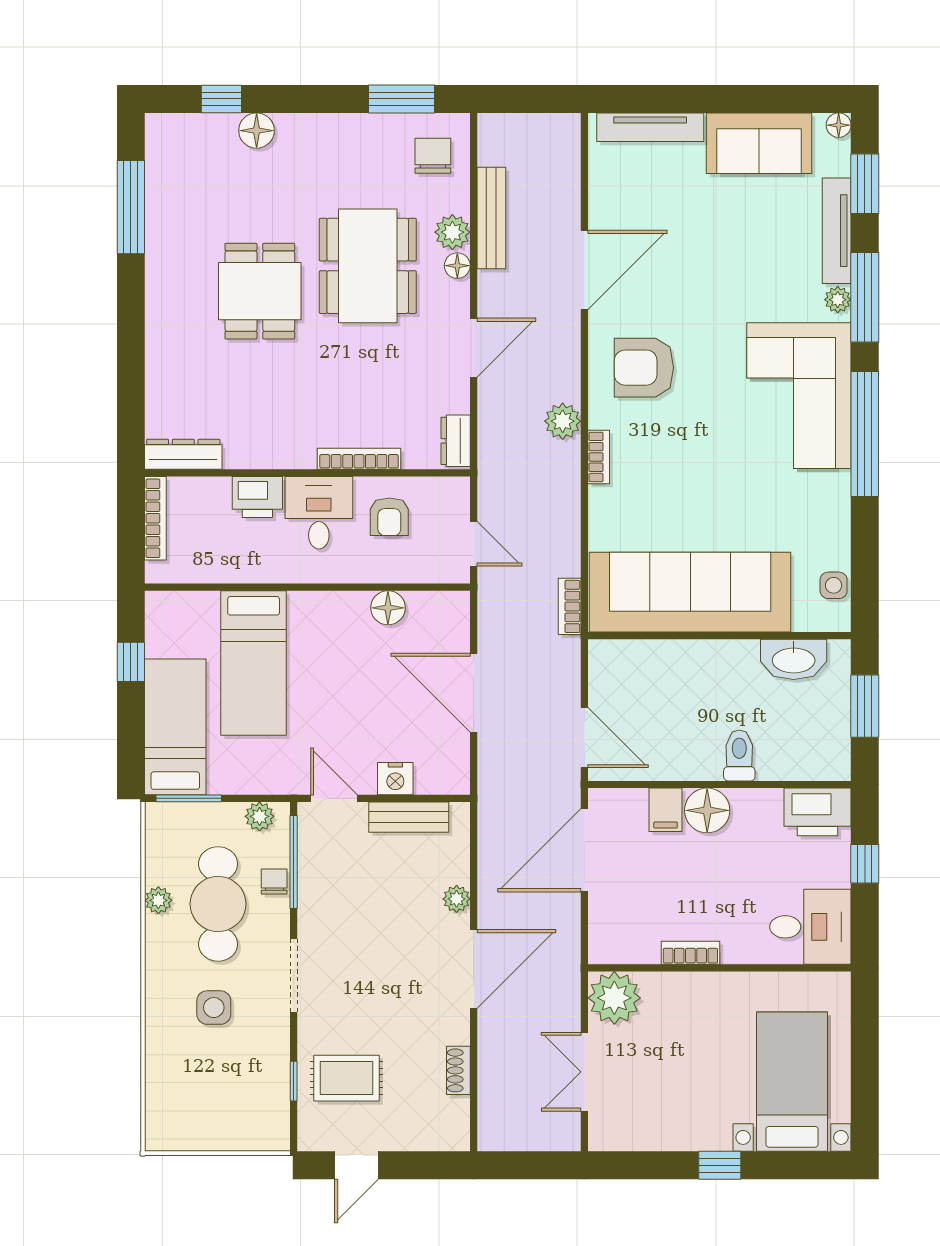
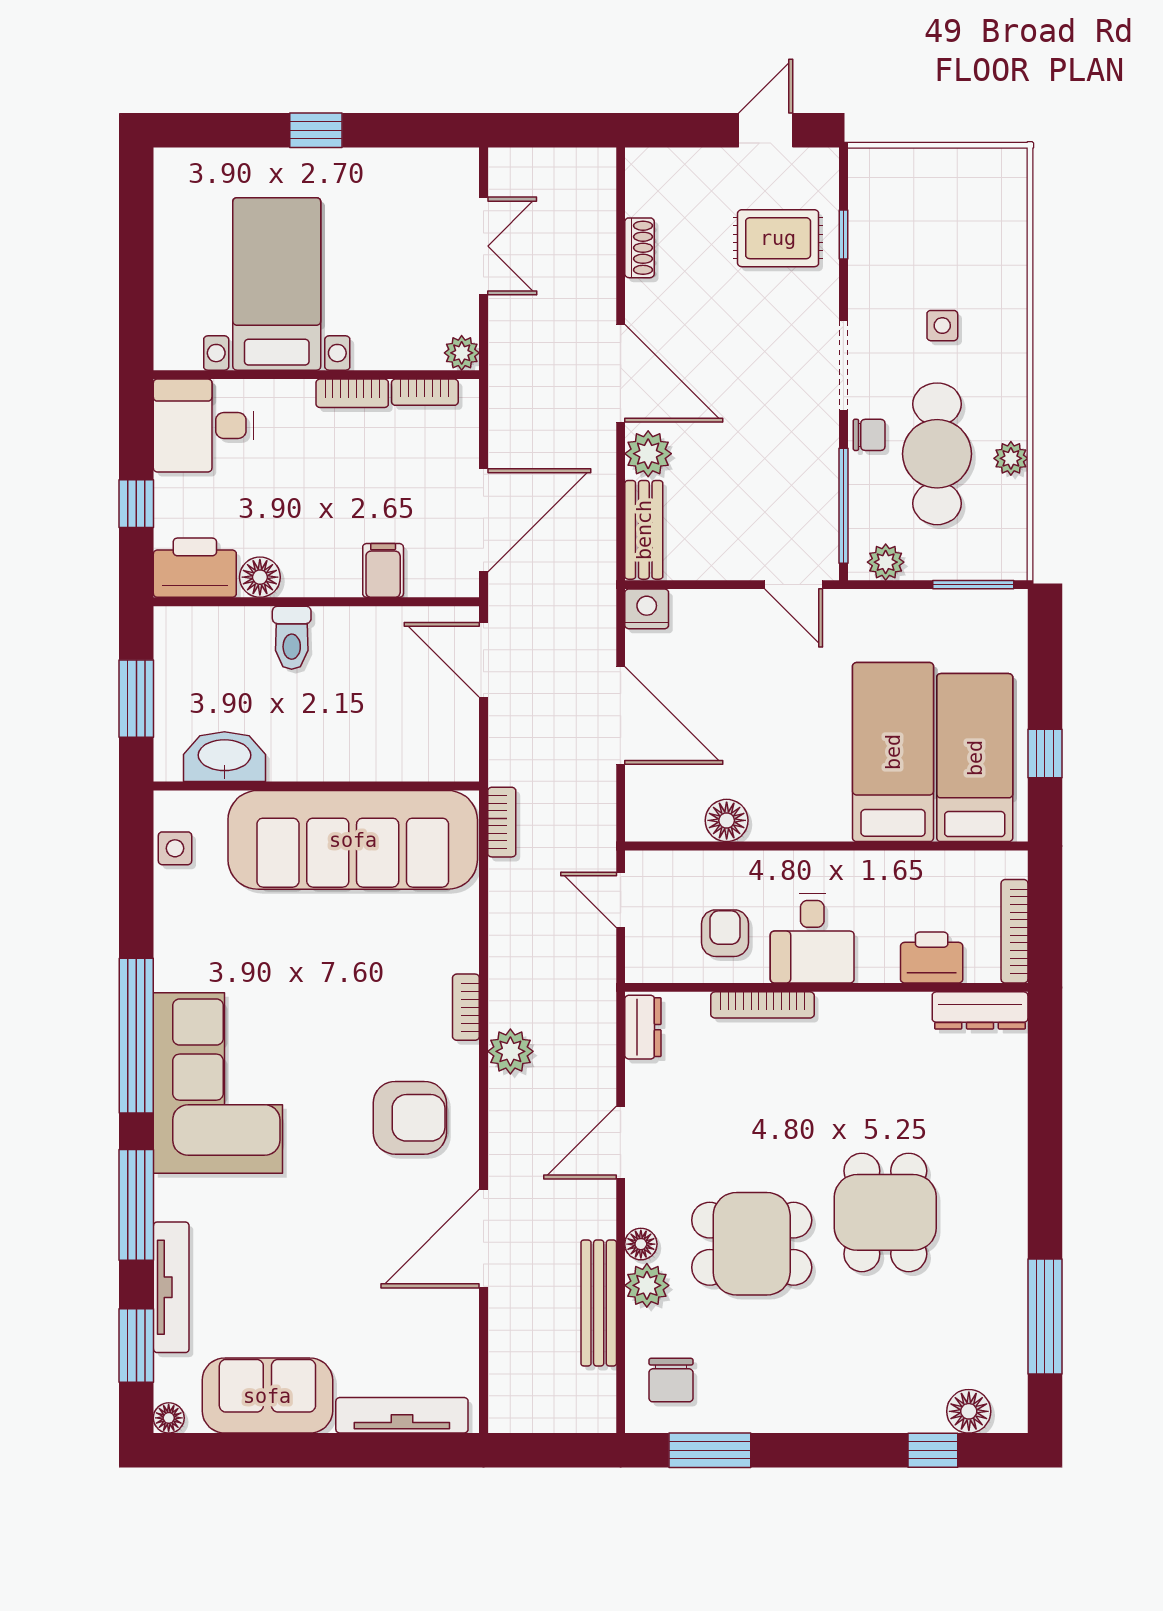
floor lamp: (257, 131) -> (969, 1411), moved
dining table: (368, 266) -> (752, 1244), width x0.73
plant: (838, 300) -> (170, 1202), removed
printer: (257, 497) -> (932, 958), moved
bed: (175, 727) -> (975, 758), moved, turned 180
nightstand: (395, 779) -> (647, 609), moved
floor lamp: (707, 810) -> (260, 577), moved, width x0.73, depth x0.73
bench: (409, 817) -> (644, 530), moved, turned 90
chair: (274, 882) -> (869, 435), moved, turned -90
plant: (457, 899) -> (648, 454), width x1.38, depth x1.38
bookcase: (632, 954) -> (425, 392), added
door: (474, 969) -> (621, 373), swing flipped
plant: (614, 998) -> (462, 353), width x0.53, depth x0.53
side table: (214, 1008) -> (942, 326), width x0.73, depth x0.73
bed with nightstands: (792, 1082) -> (277, 284), moved, turned 180

